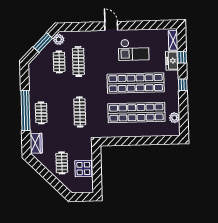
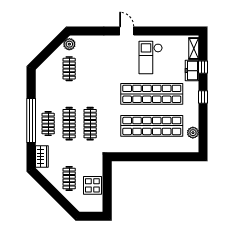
window: (43, 43) -> (52, 47), removed
checkout: (134, 50) -> (151, 57), turned 90
clothes rail: (78, 61) -> (69, 124), moved

